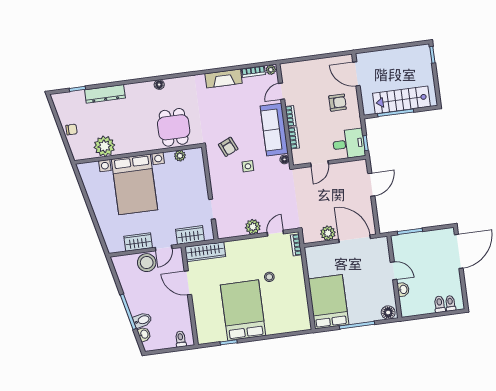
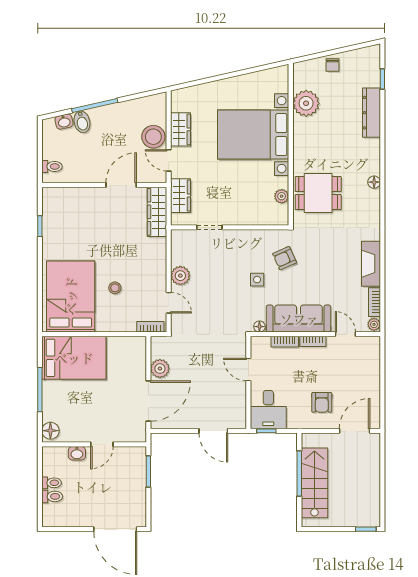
toilet: (450, 303) -> (52, 483), moved
bed: (243, 310) -> (71, 296), moved, turned -90

